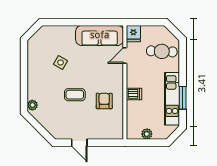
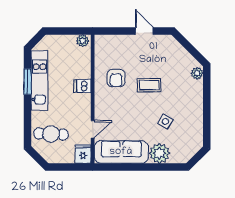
plant: (66, 34) -> (160, 153), added
plant: (147, 134) -> (83, 41), moved

